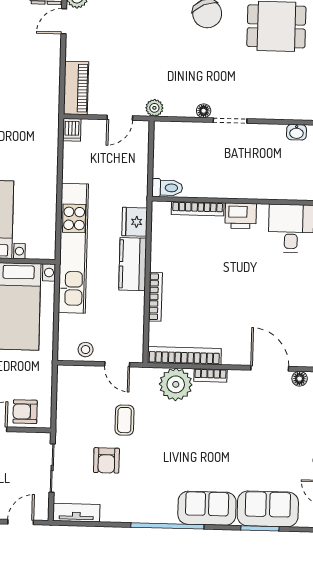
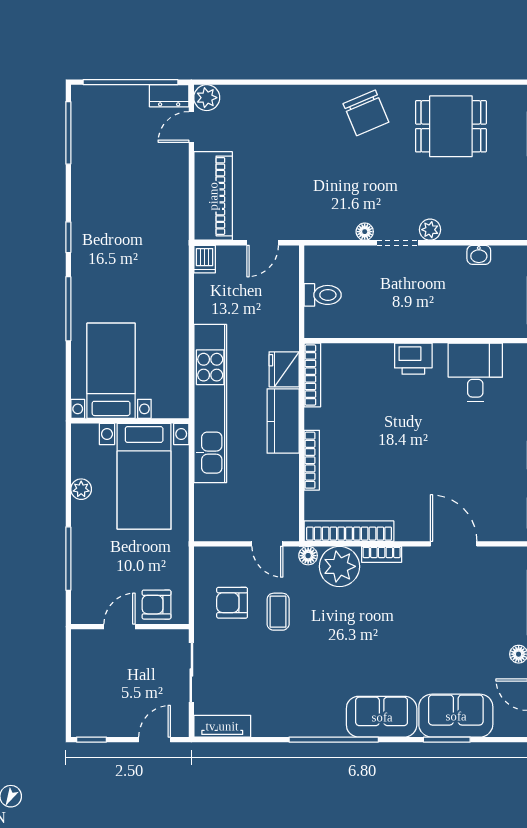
piano: (76, 88) -> (213, 196), width x1.37, depth x1.33
plant: (154, 108) -> (430, 230), moved
toilet: (167, 188) -> (323, 295), moved
bookcase: (198, 209) -> (312, 375), moved, turned -90
stool: (86, 350) -> (228, 527), removed
floor lamp: (300, 379) -> (308, 556), moved
armchair: (106, 460) -> (232, 603), moved, turned 90

